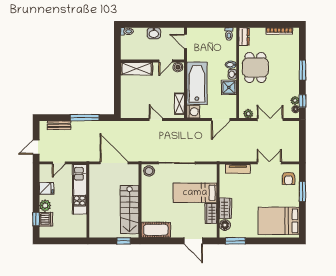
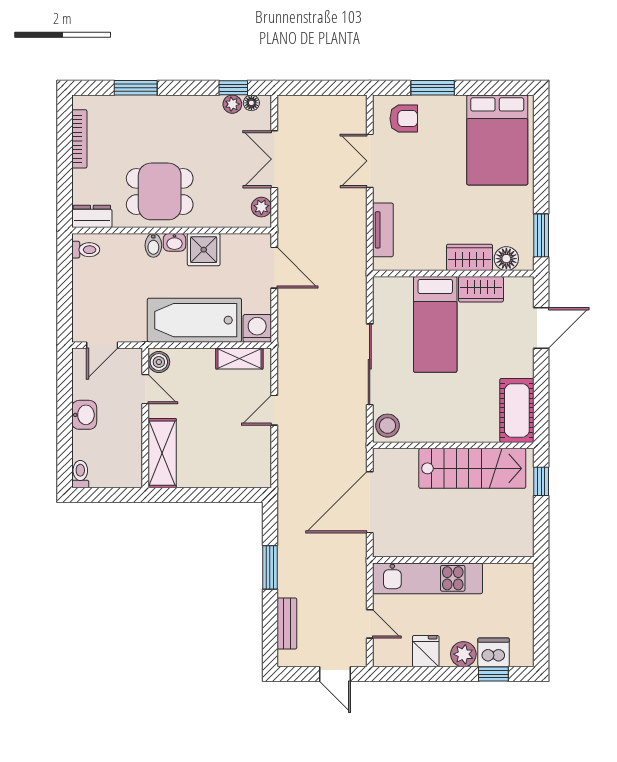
window: (302, 70) -> (136, 88), moved
window: (85, 118) -> (270, 567), width x0.69

